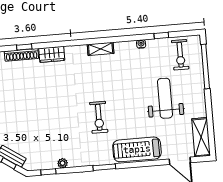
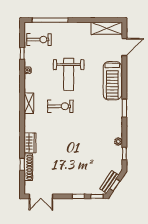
weight bench: (165, 98) -> (69, 74), moved, turned -90
exercise bike: (99, 117) -> (60, 106), moved

